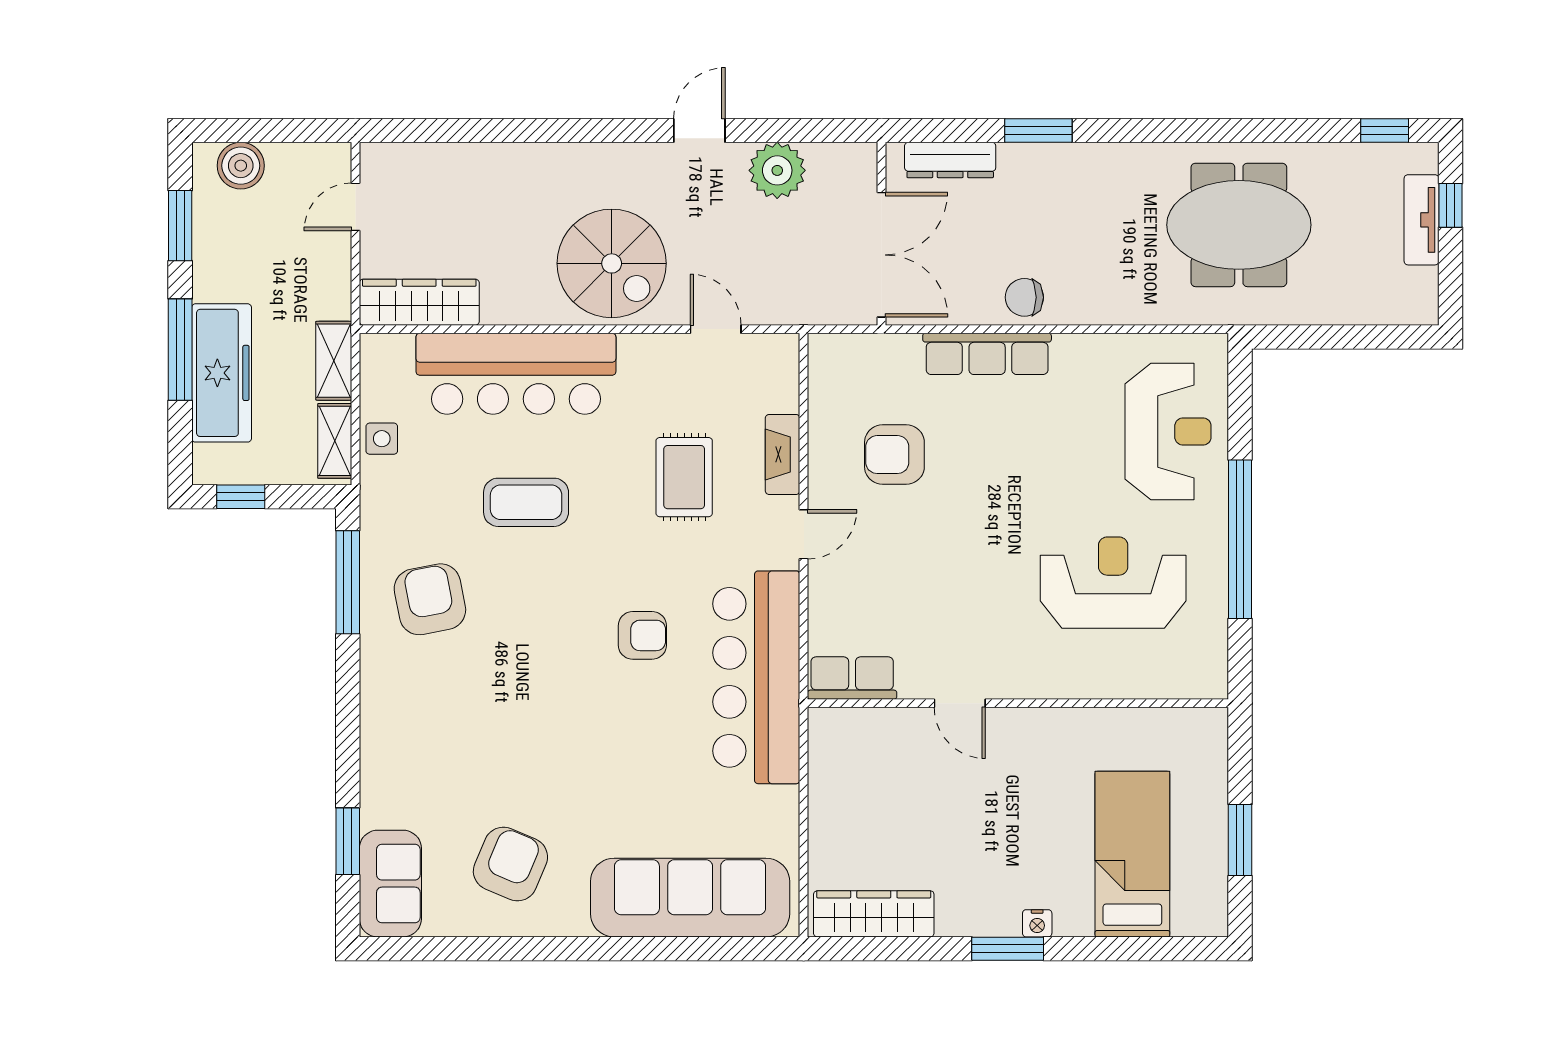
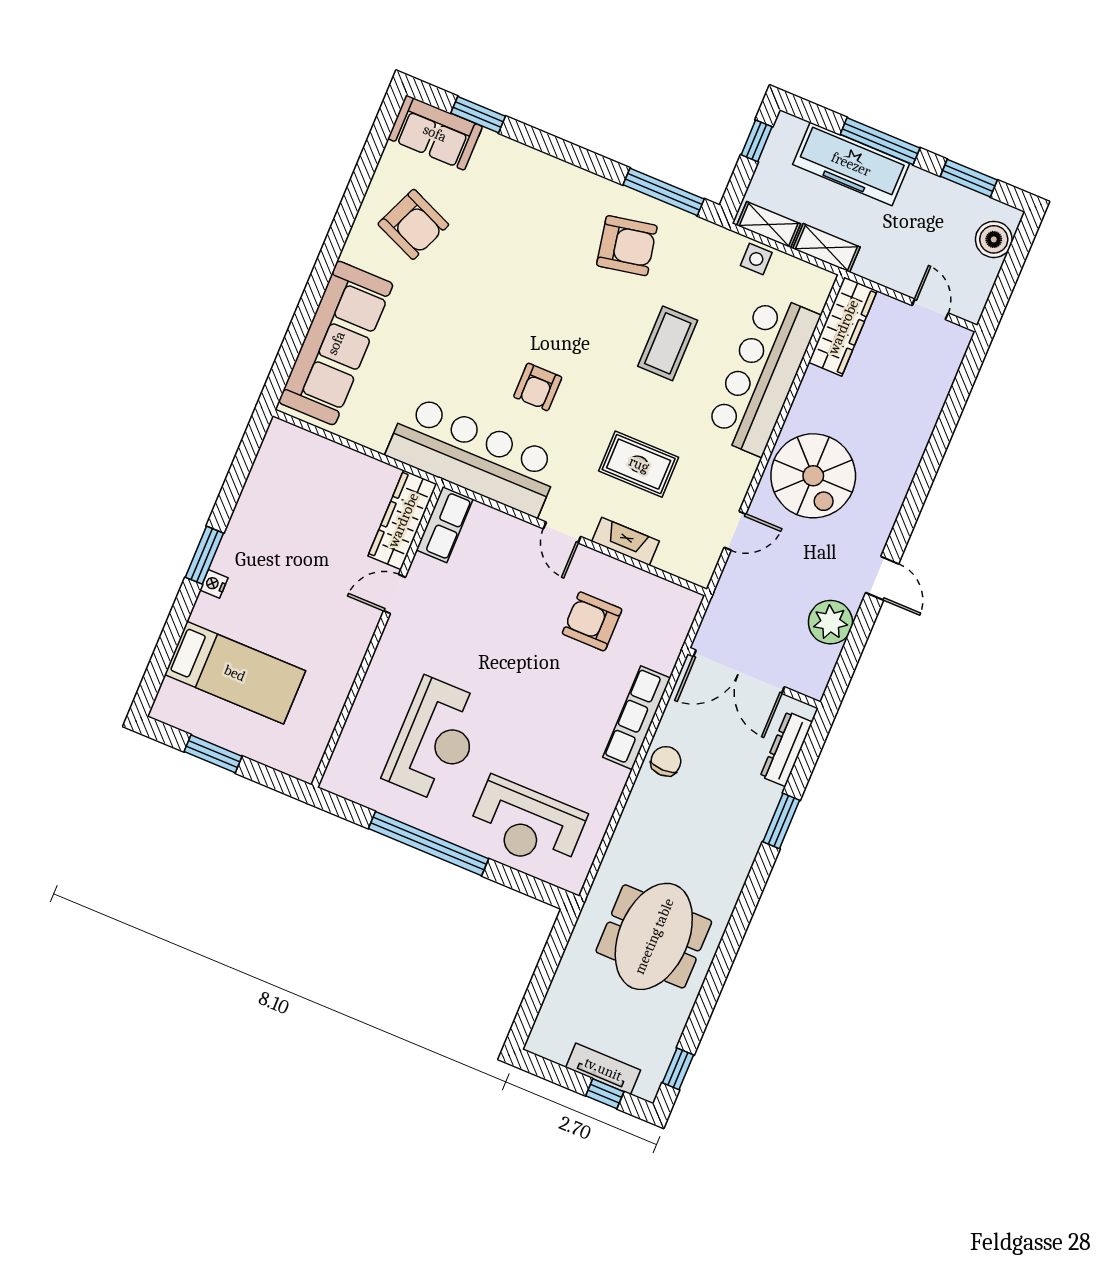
spiral stairs: (612, 263) -> (813, 476), turned -90
armchair: (894, 455) -> (592, 621), turned -90
wardrobe: (874, 914) -> (403, 520), moved, turned 180

